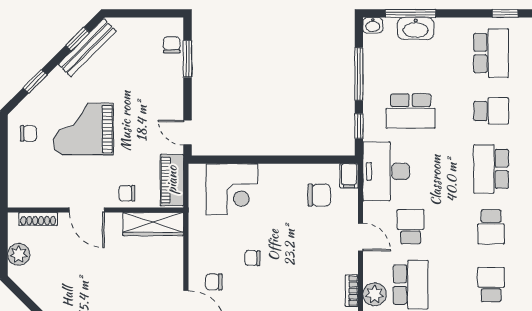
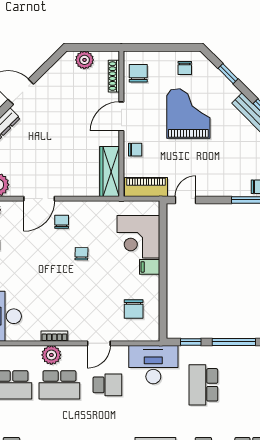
filing cabinet: (349, 176) -> (150, 267), moved
chair: (35, 189) -> (138, 73), added
chair: (127, 193) -> (135, 150), turned 90

